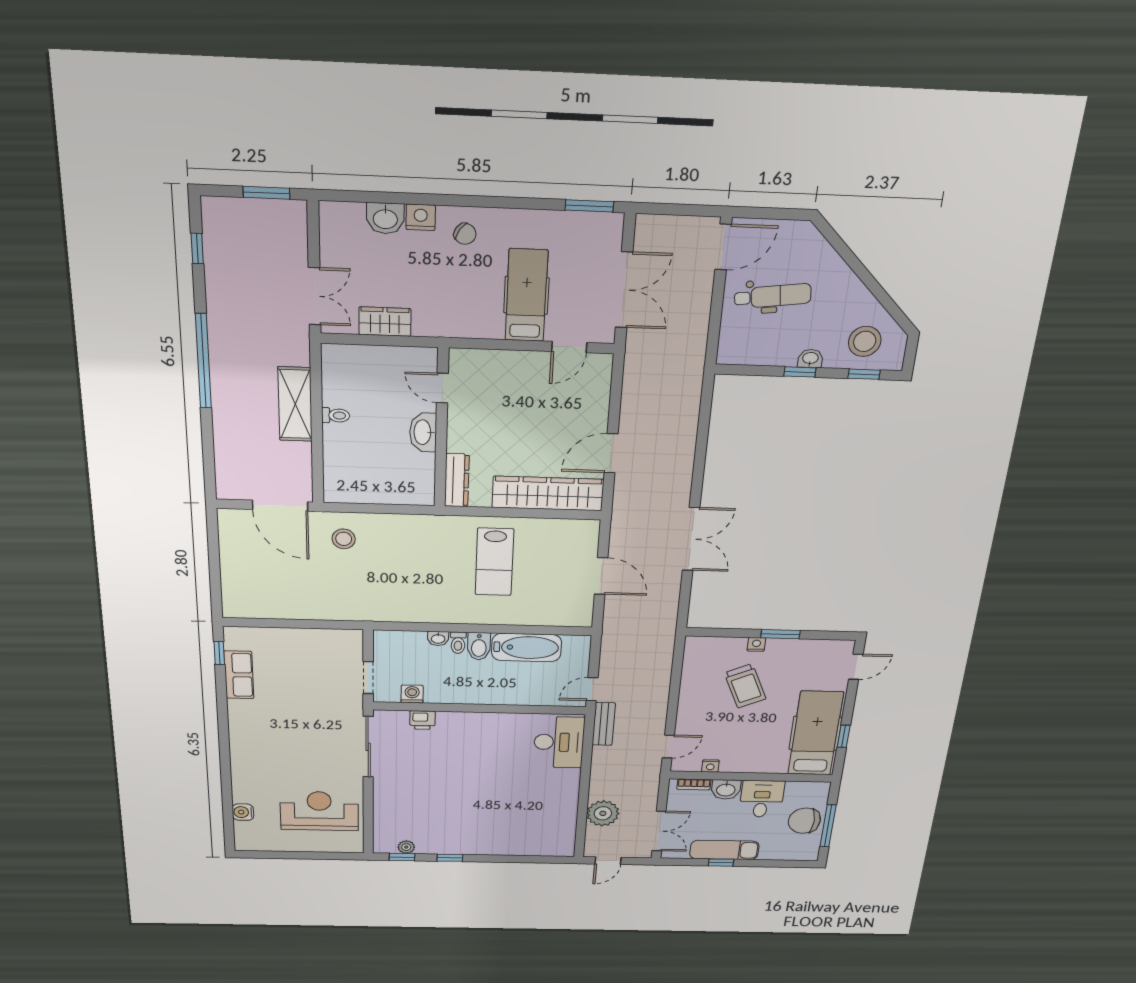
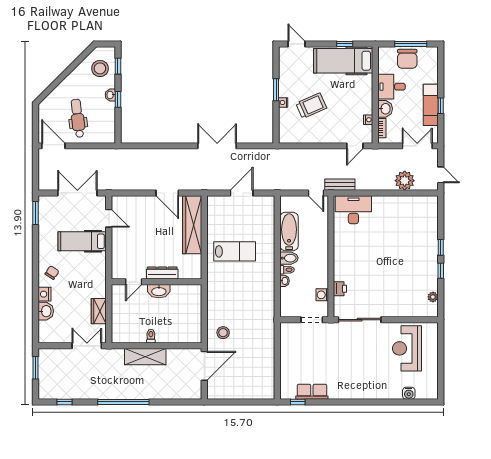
dresser: (457, 480) -> (162, 273), moved
door: (668, 747) -> (355, 146), swing flipped
window: (402, 857) -> (441, 247), moved

